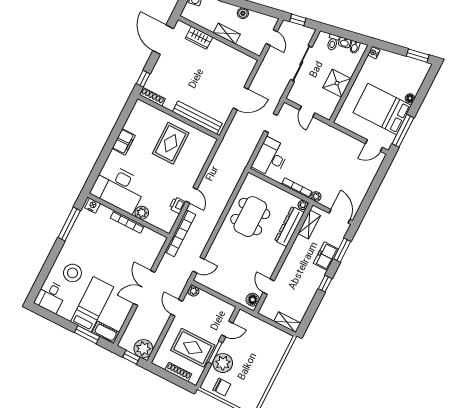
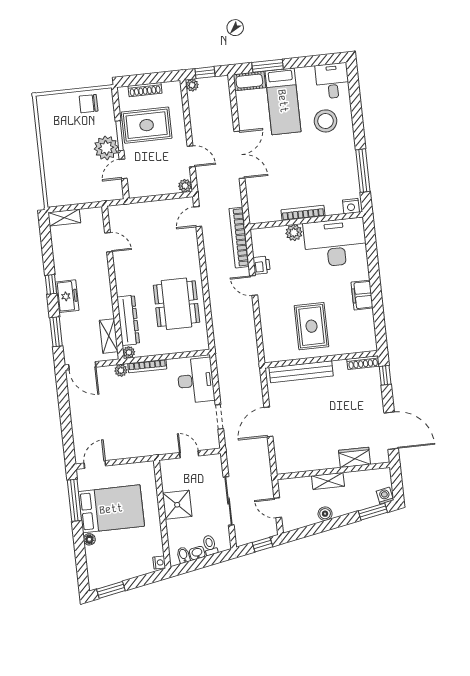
freezer: (326, 256) -> (67, 296), moved
floor lamp: (253, 300) -> (116, 217), removed
plant: (143, 349) -> (192, 85), width x0.53, depth x0.53
plant: (223, 363) -> (106, 148), moved

